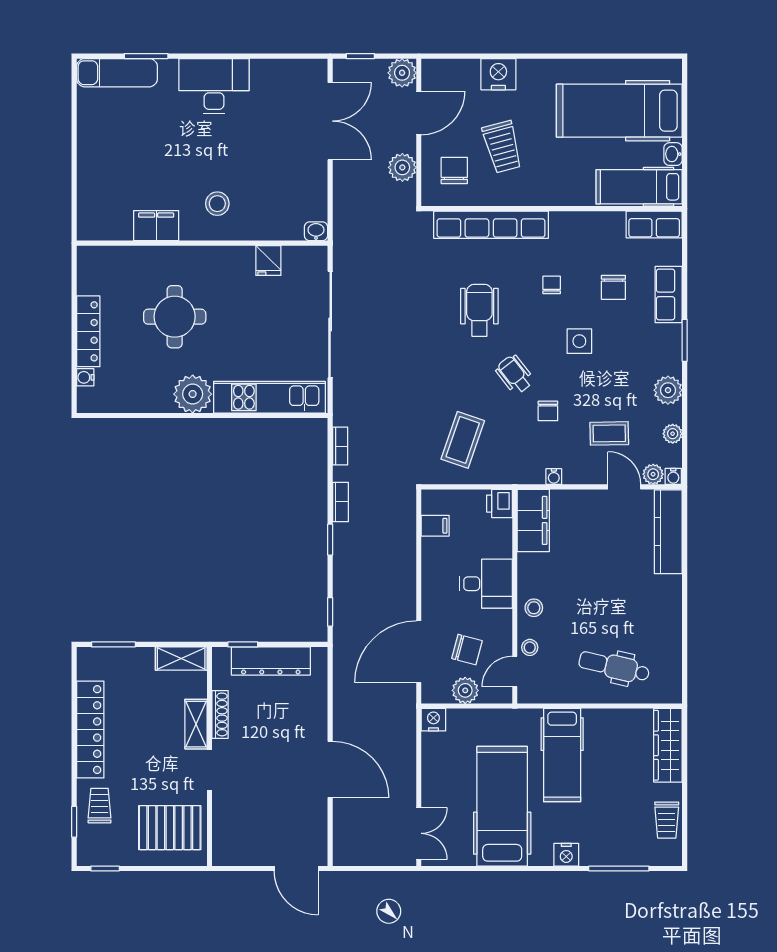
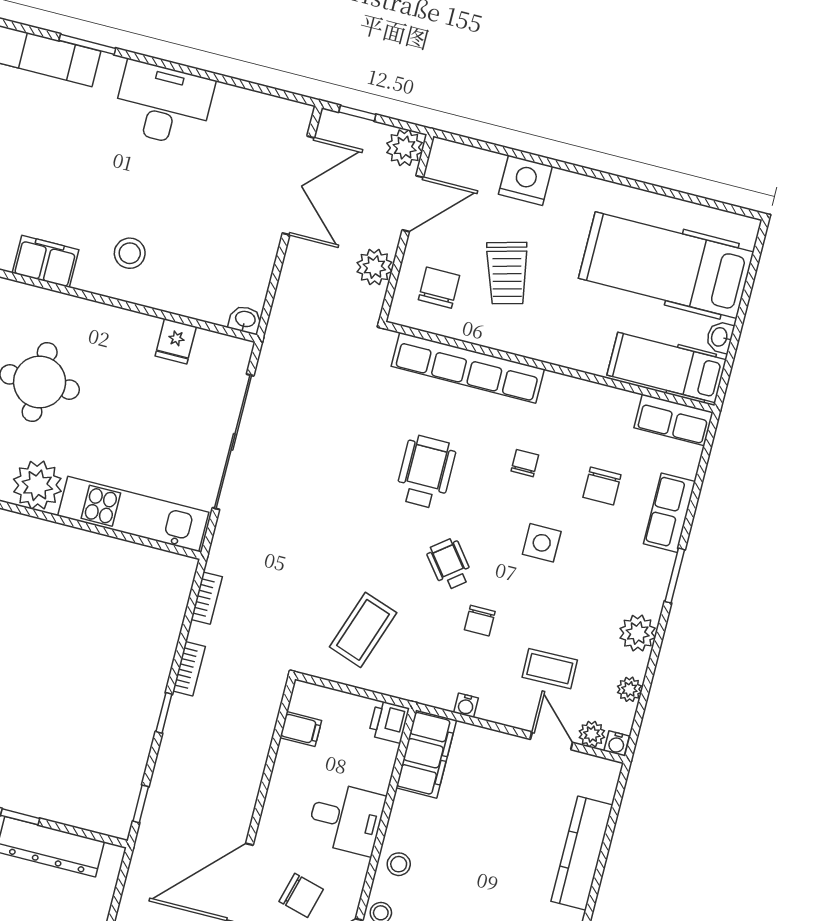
kitchen counter: (668, 532) -> (582, 853), moved

